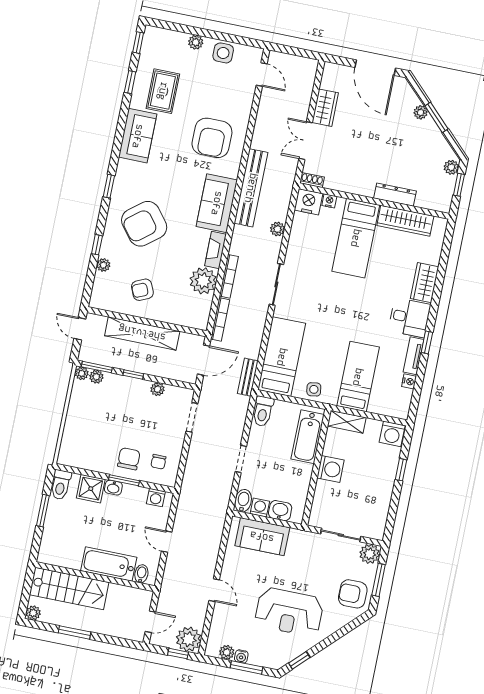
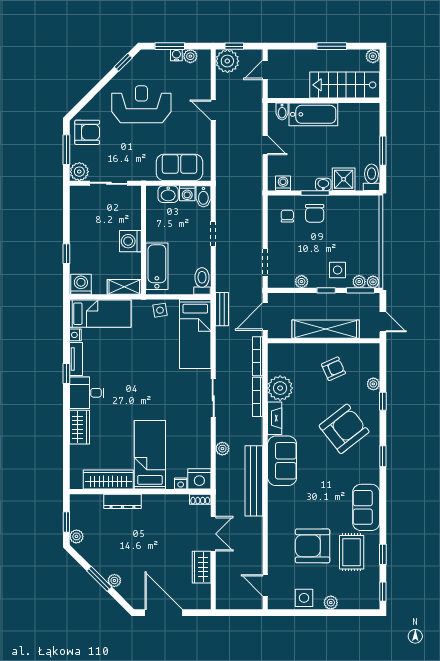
armchair: (212, 138) -> (313, 546), moved, turned -90
bed: (358, 377) -> (100, 314), moved, turned -90
side table: (117, 394) -> (338, 270), added

